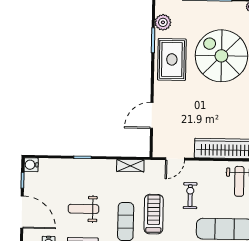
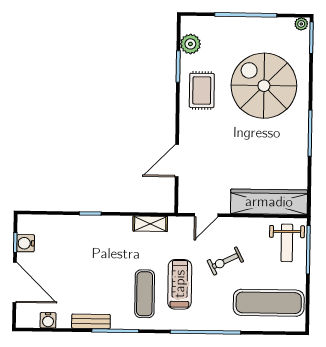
rug: (172, 59) -> (202, 90), width x0.73, depth x0.70
water cooler: (31, 165) -> (26, 243), moved
exercise bike: (190, 196) -> (225, 261), turned -116
weight bench: (84, 209) -> (92, 278), removed

